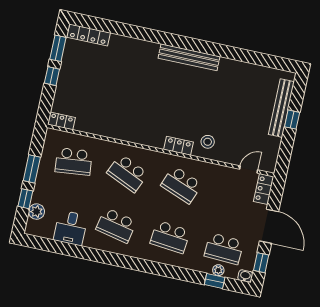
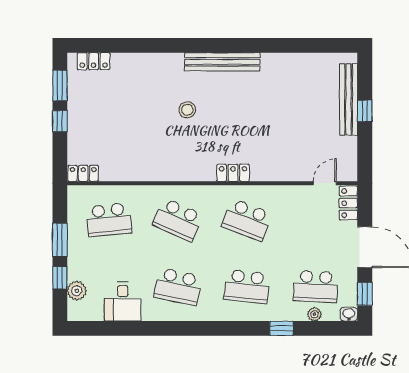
locker: (88, 35) -> (94, 61), width x0.66
stool: (208, 142) -> (187, 110), moved
window: (215, 281) -> (281, 328), moved

